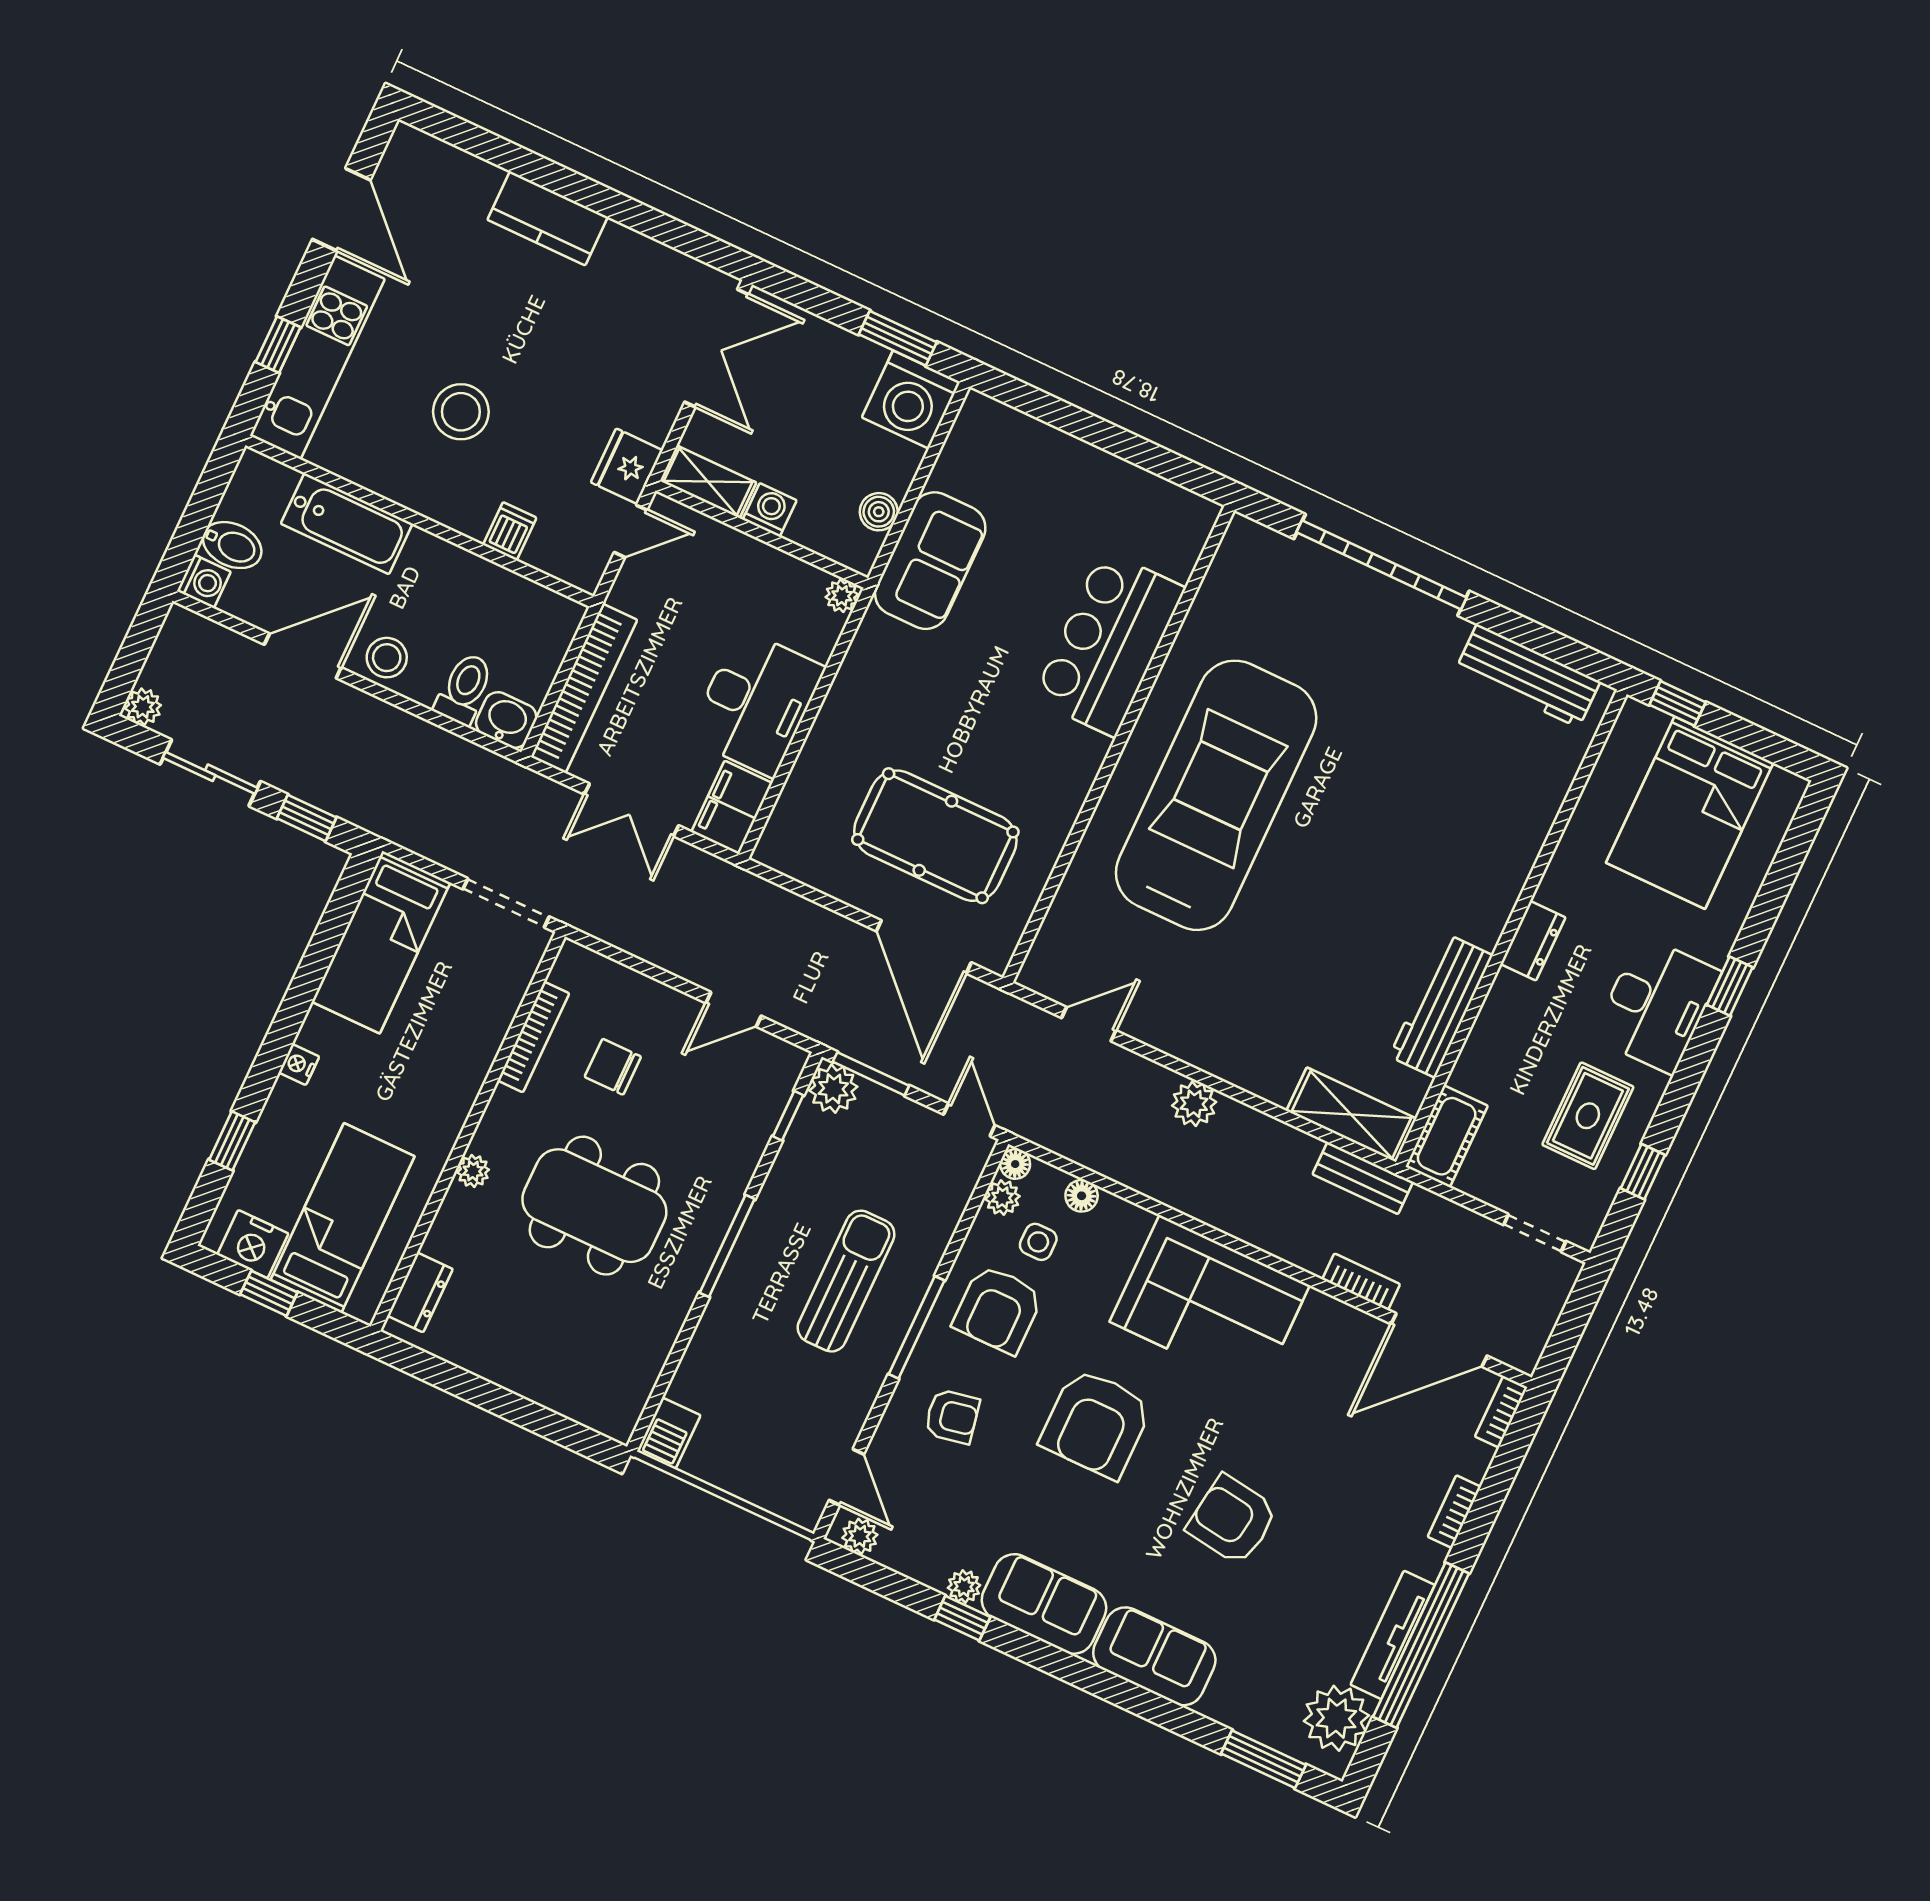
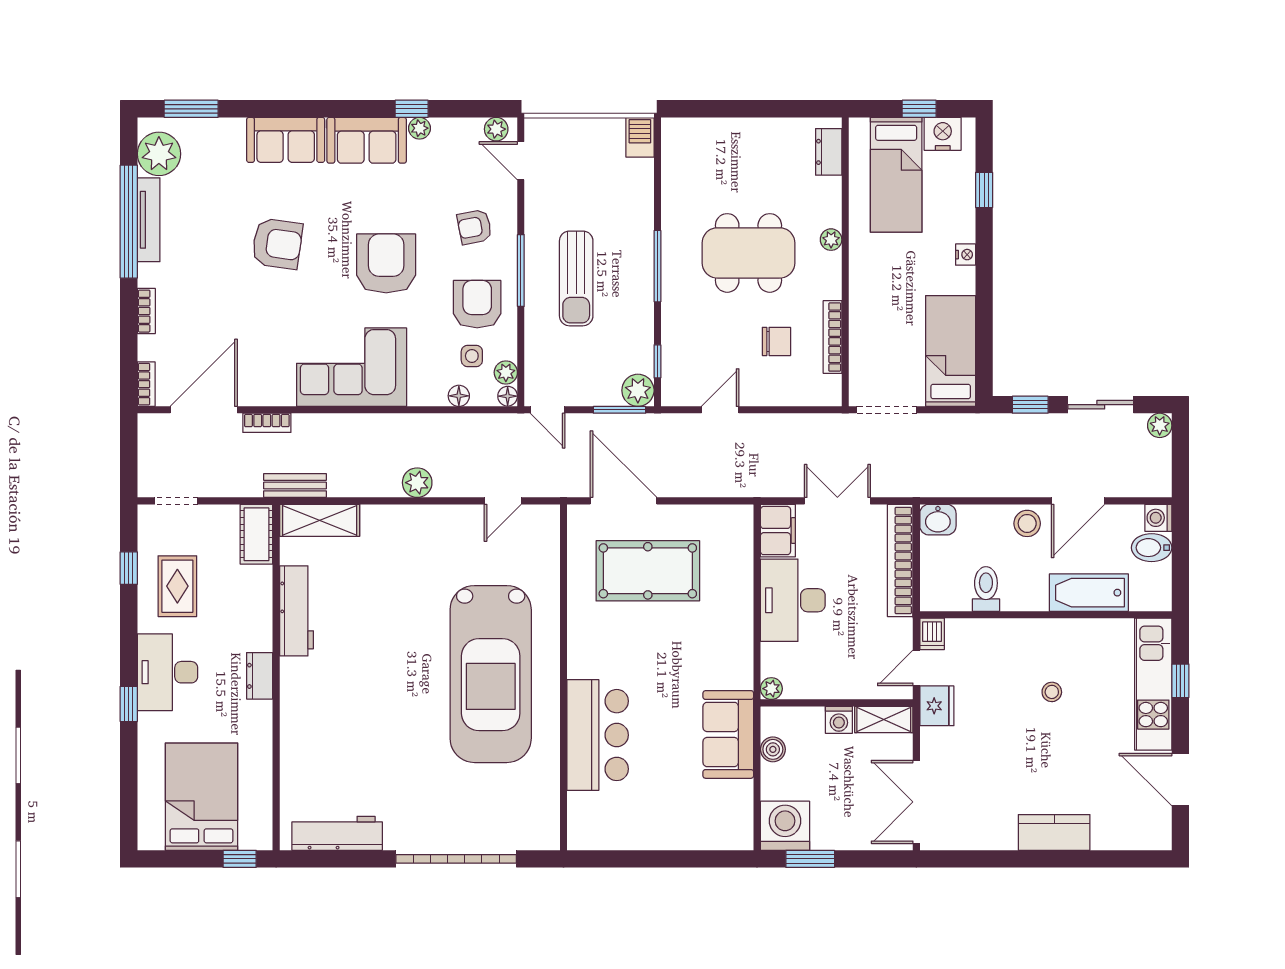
stool: (461, 412) -> (1052, 692), width x0.53, depth x0.53
dishwasher: (510, 531) -> (932, 634), moved
toilet: (464, 689) -> (986, 589), moved, turned 180

